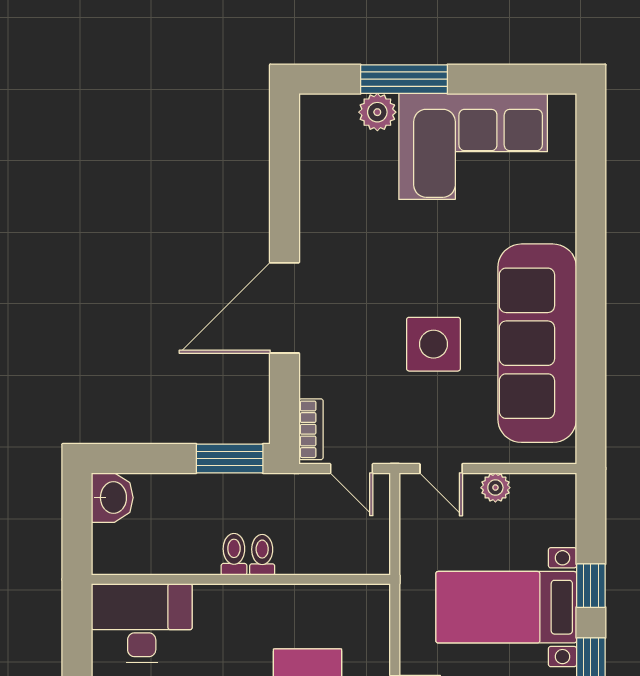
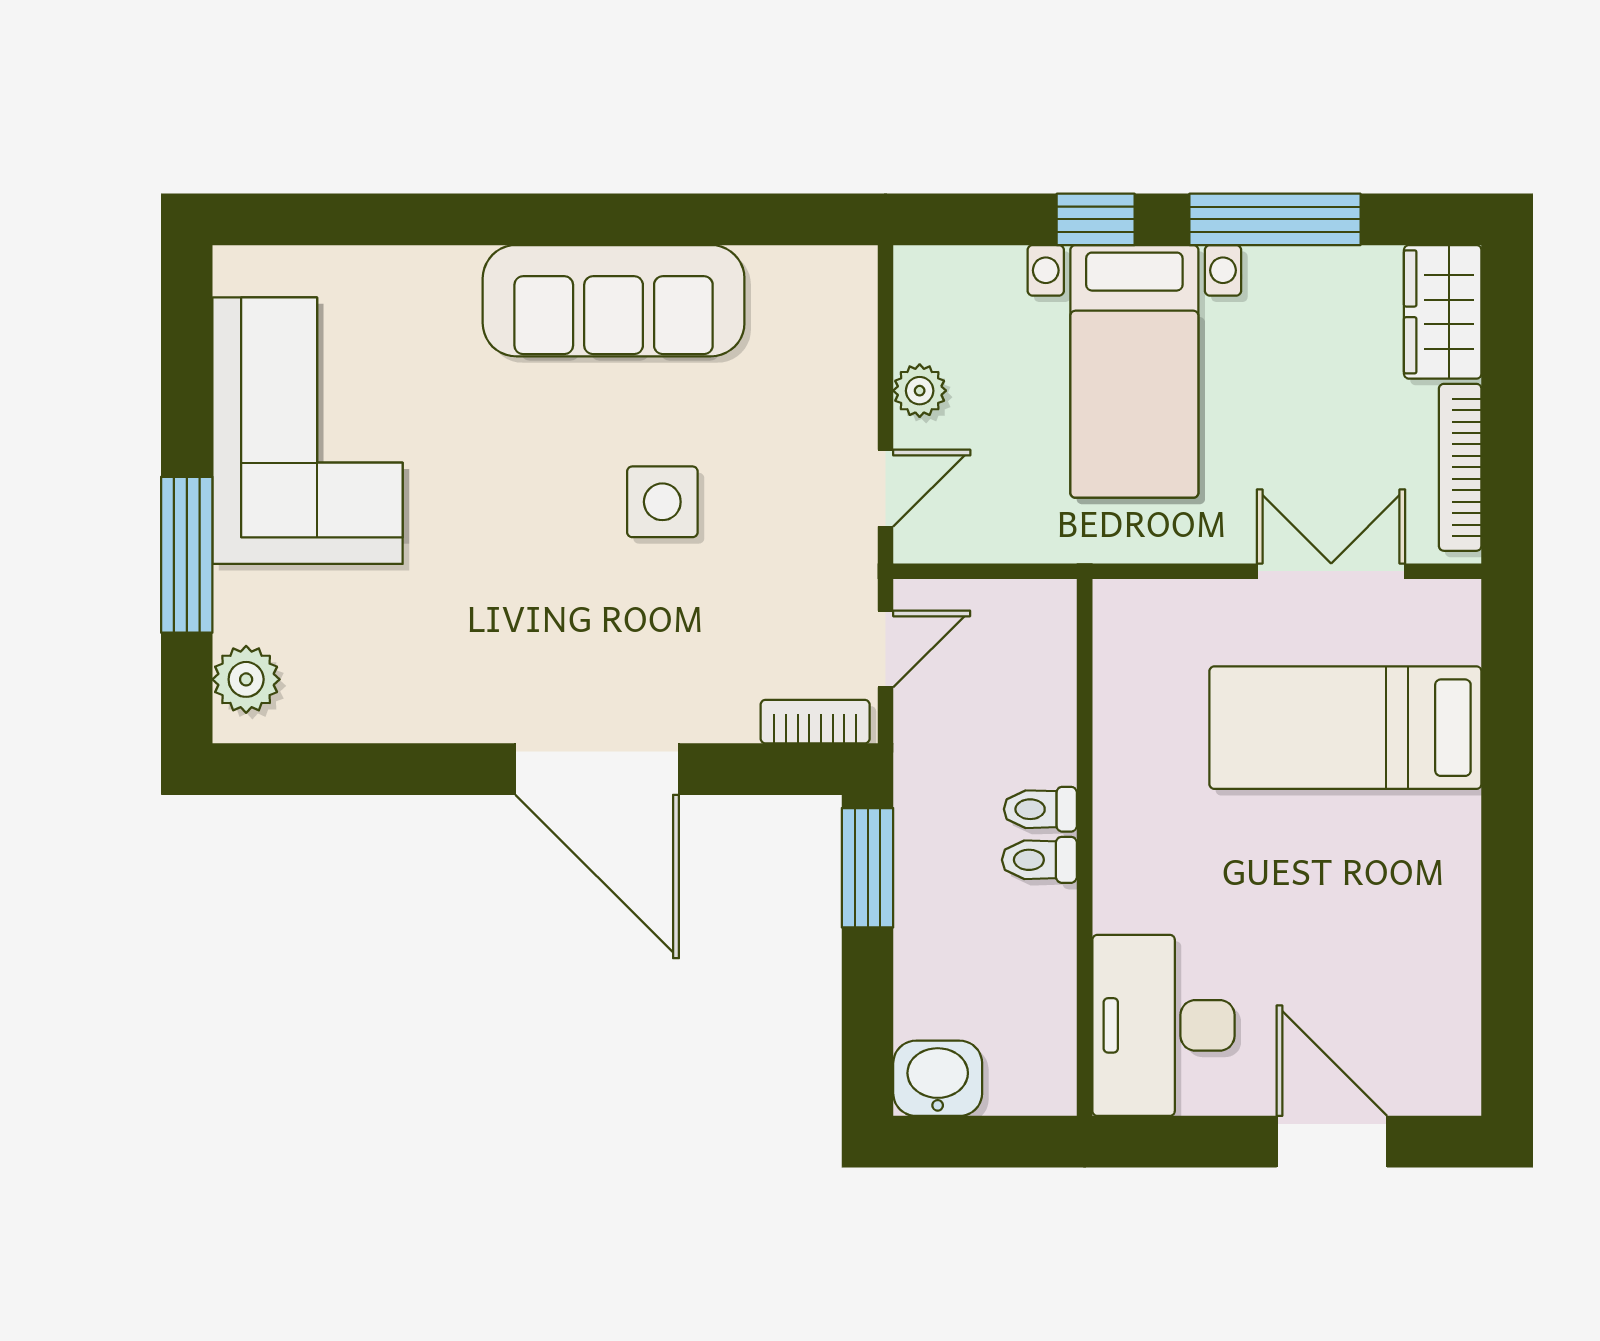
plant: (377, 112) -> (246, 679), moved
sofa: (537, 343) -> (614, 301), width x0.74, depth x0.79
side table: (433, 344) -> (662, 502), width x0.73, depth x0.73

